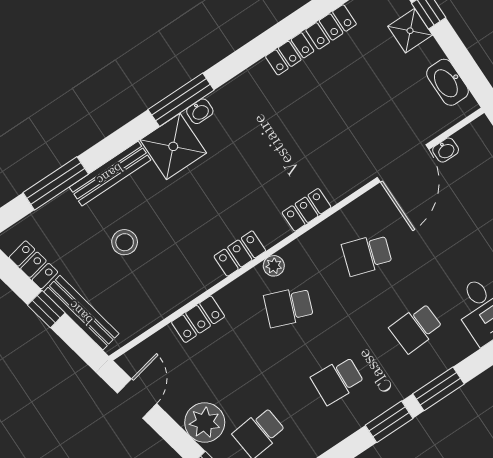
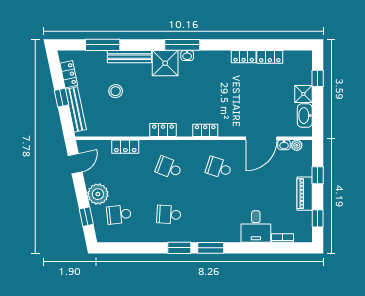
shower: (410, 31) -> (303, 94), moved
plant: (274, 266) -> (297, 145), moved
school desk: (416, 328) -> (219, 215), removed

